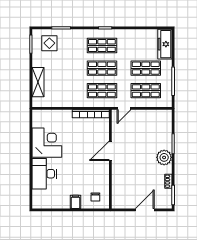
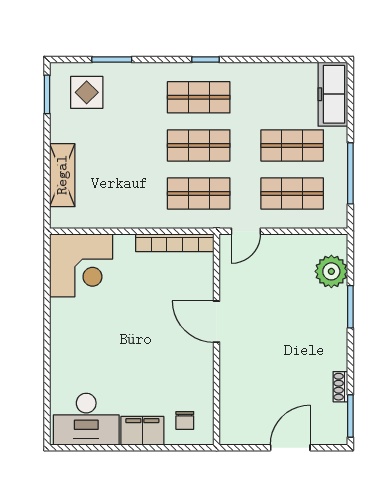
corner desk: (47, 143) -> (81, 265), moved, turned 90
door: (110, 151) -> (217, 322), hinge flipped
plant: (164, 157) -> (331, 271), moved
desk: (44, 174) -> (86, 419), moved, turned -90
filing cabinet: (75, 202) -> (142, 431), width x2.00

